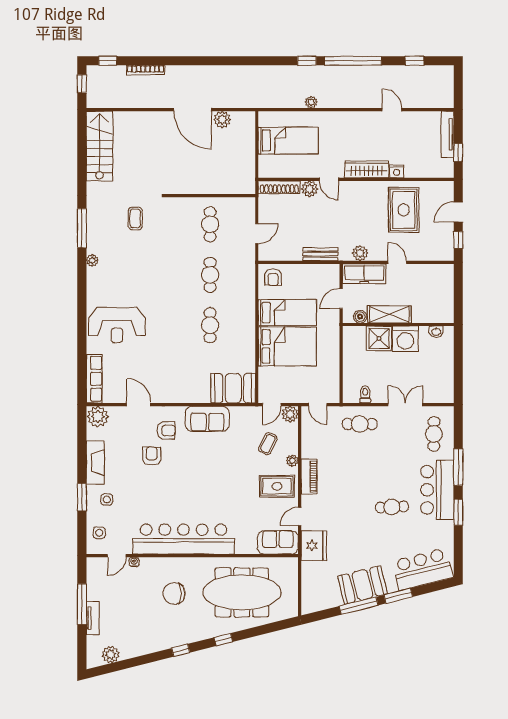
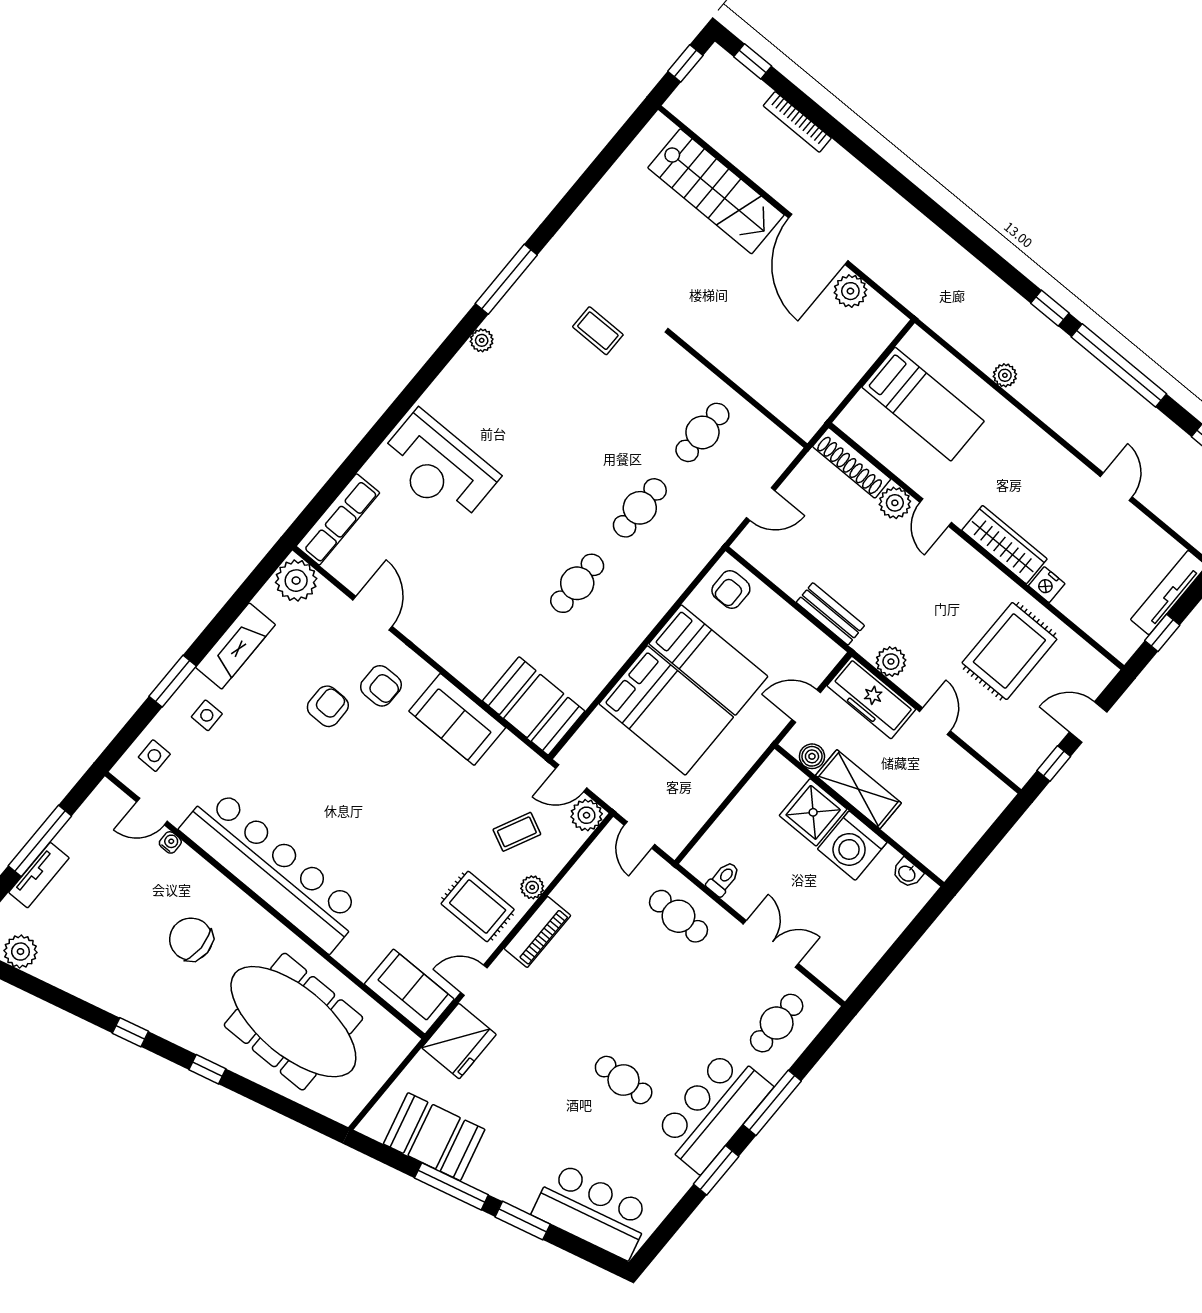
stairs: (99, 146) -> (716, 191), moved, turned 90
coffee table: (135, 218) -> (598, 331), turned 90
booth: (362, 585) -> (434, 1137), moved

